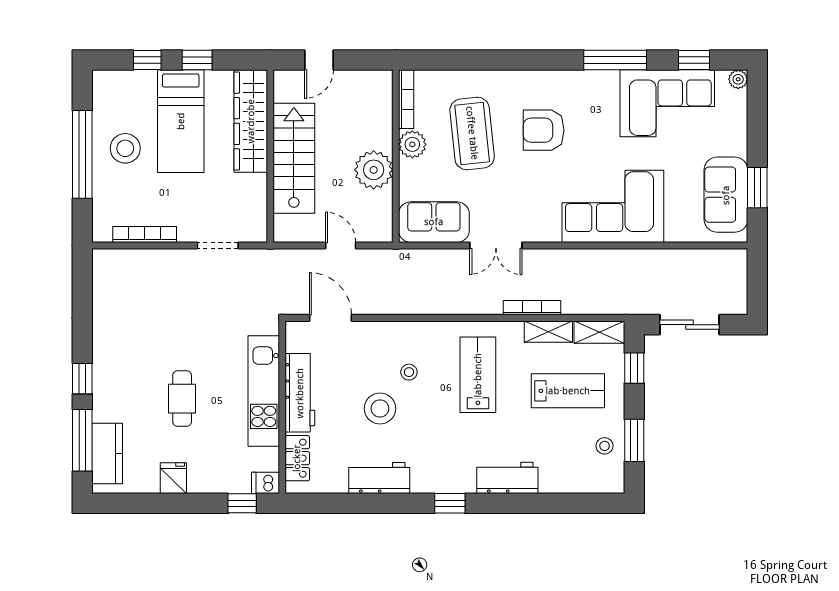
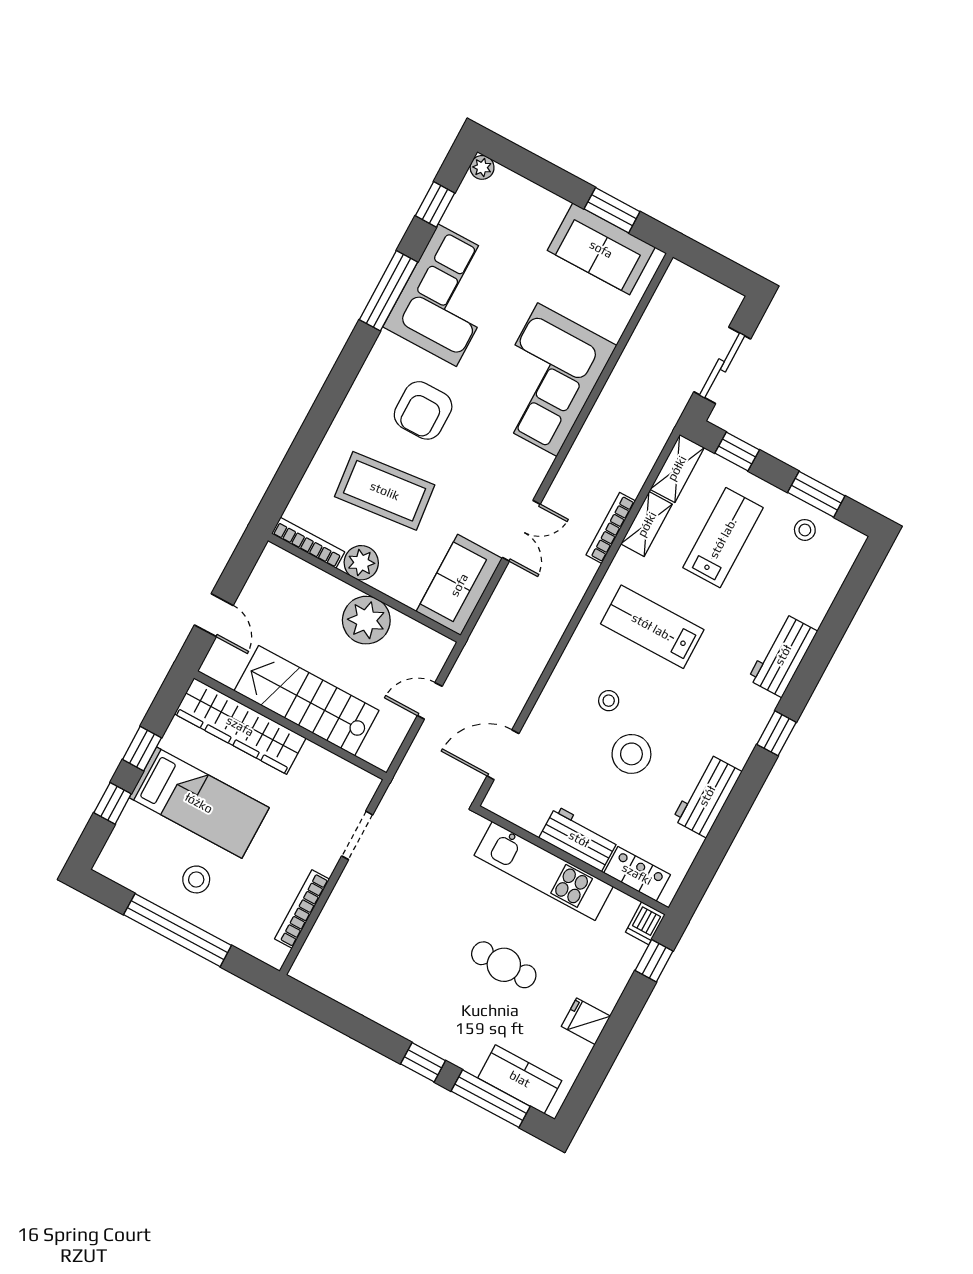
corner sofa: (667, 103) -> (447, 295), moved
stool: (125, 148) -> (196, 879), width x0.73, depth x0.73
workbench: (300, 393) -> (579, 839), width x0.73

